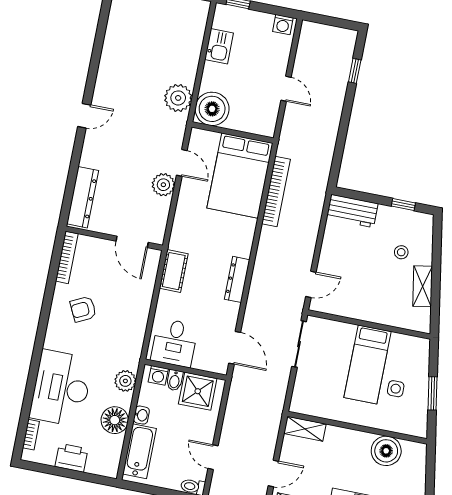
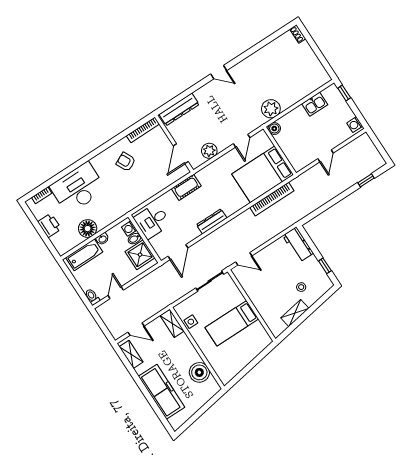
boiler: (212, 109) -> (274, 128), width x0.54, depth x0.54
plant: (163, 185) -> (209, 151), moved
plant: (125, 381) -> (111, 215), removed
side table: (396, 389) -> (191, 322), moved
window: (433, 393) -> (248, 368), removed

